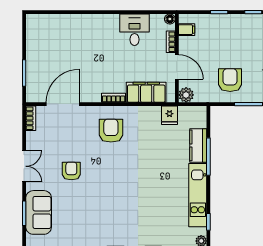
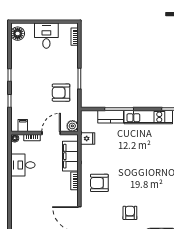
armchair: (71, 171) -> (130, 213), turned 90

